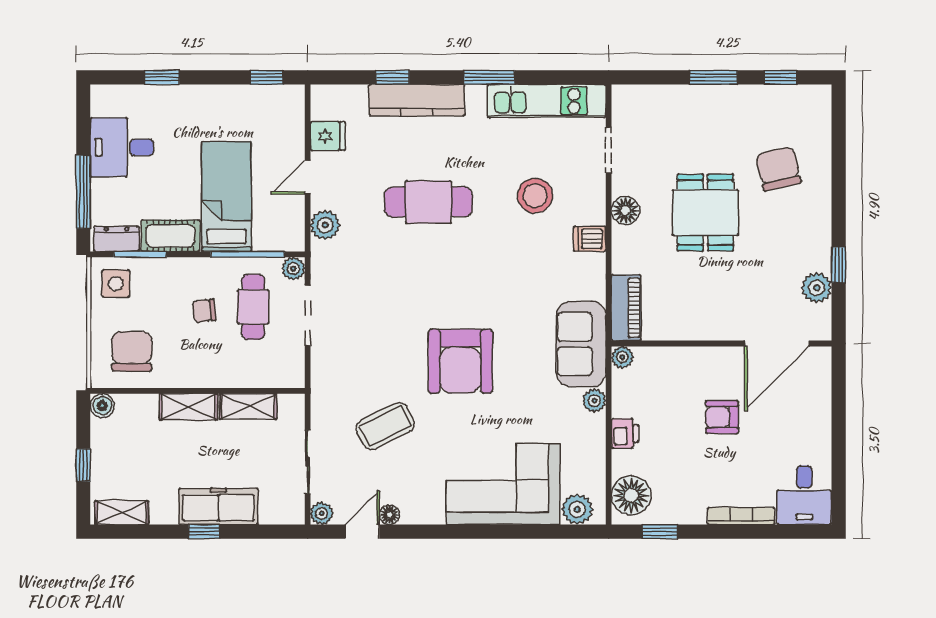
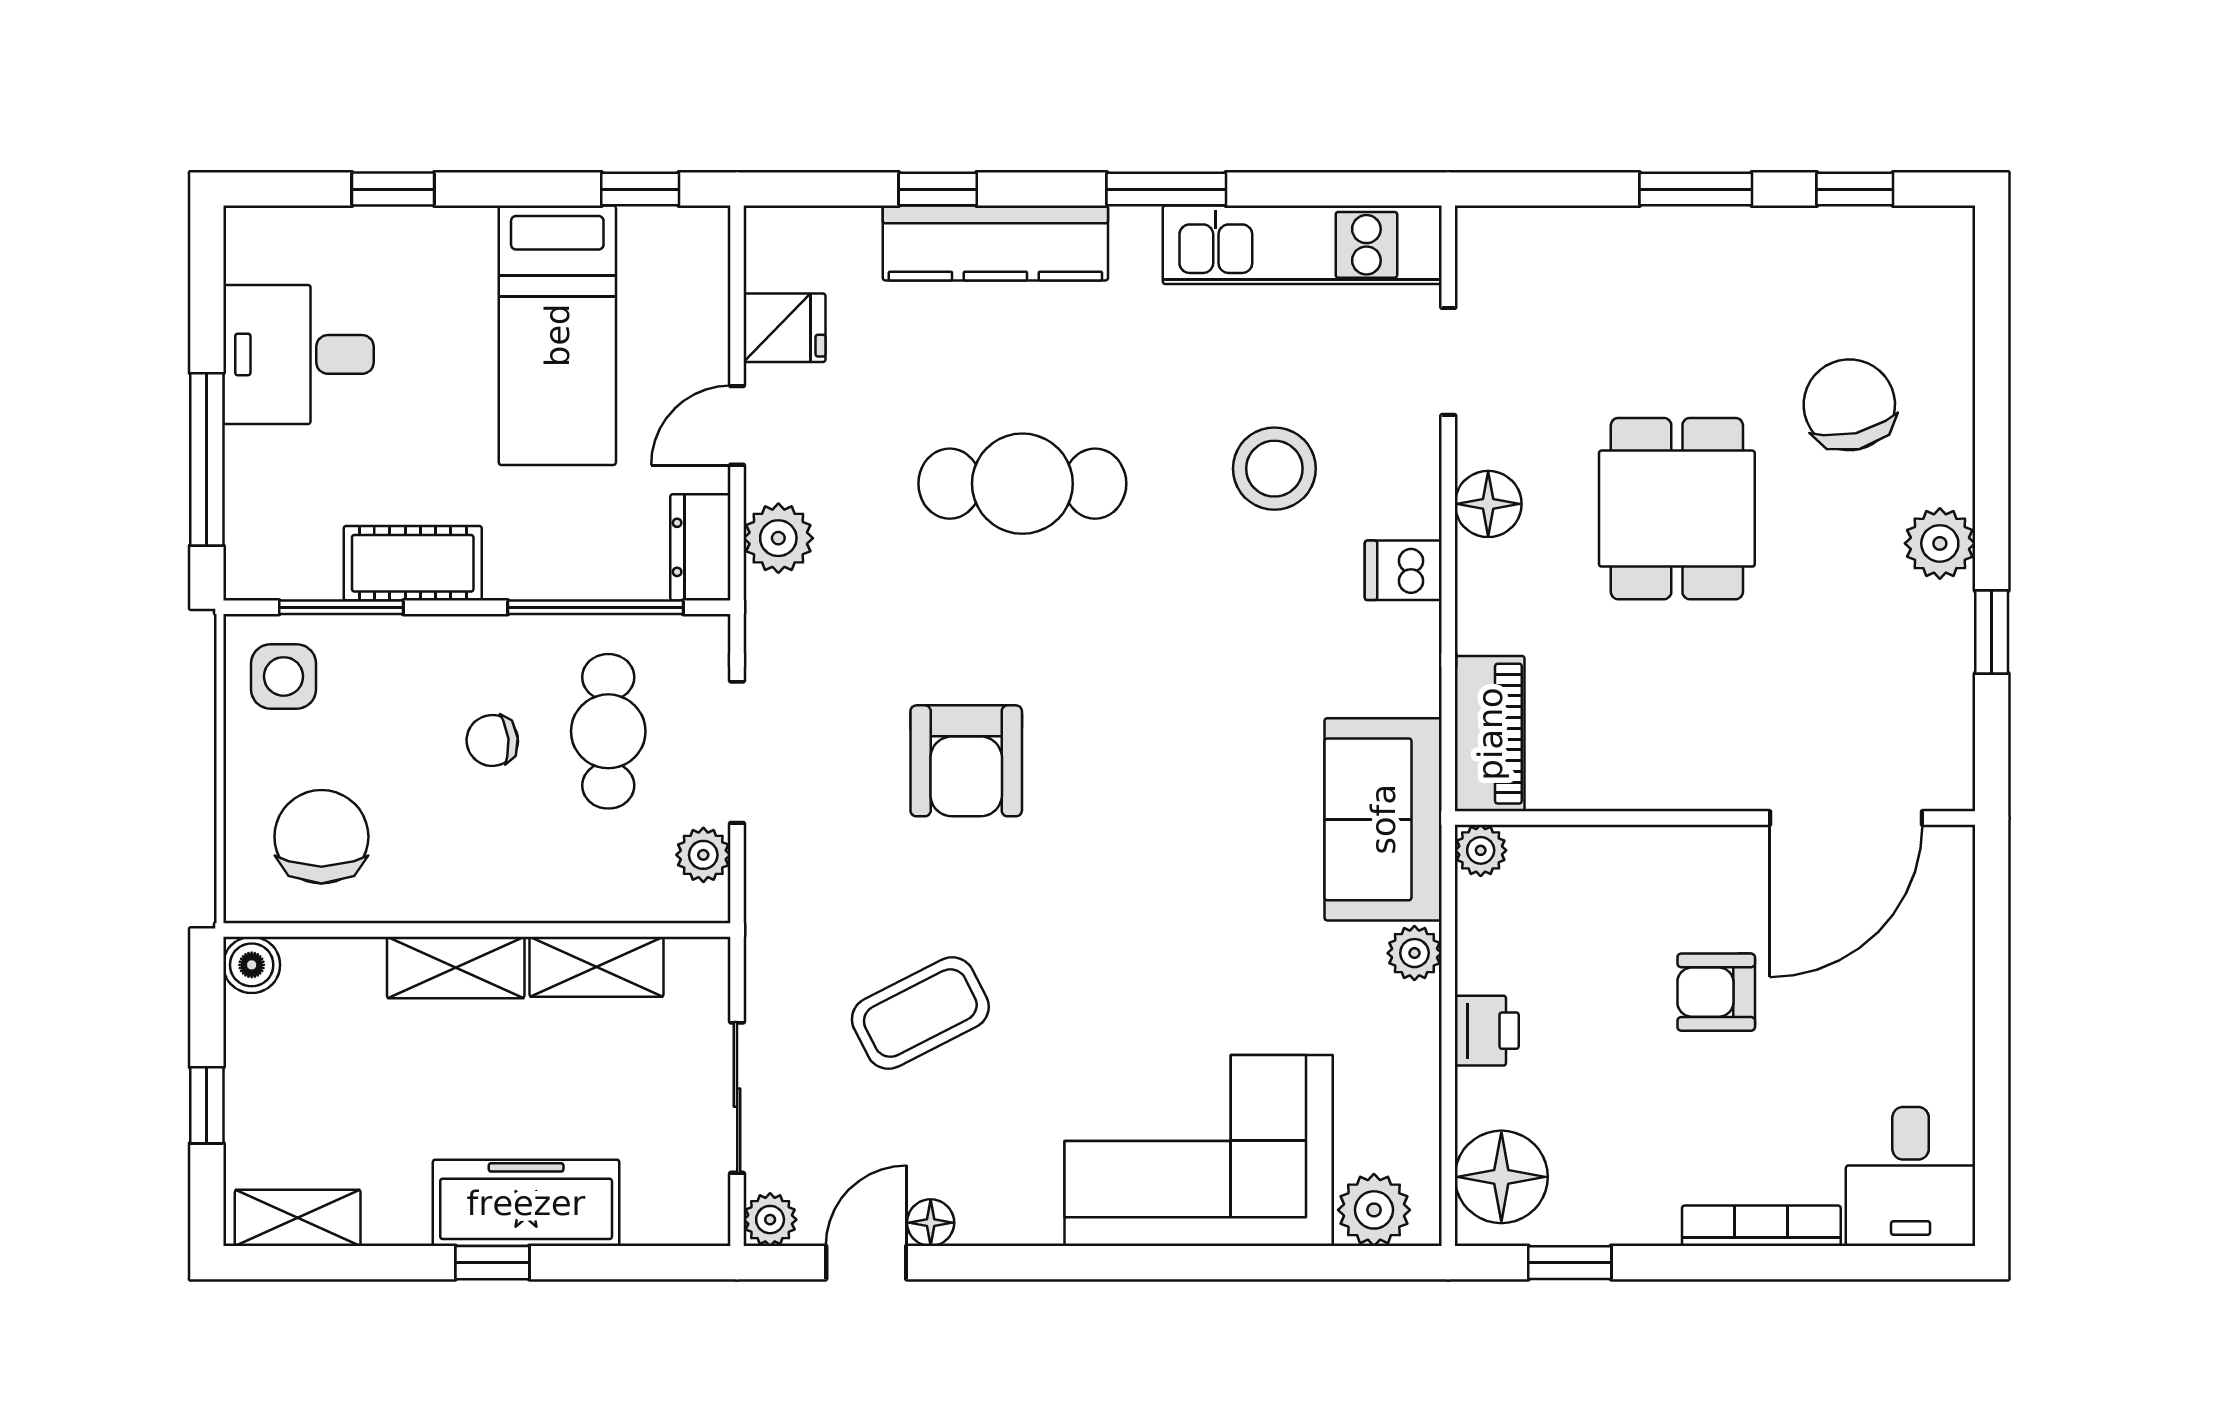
bed: (226, 197) -> (557, 335), moved, turned 180
dresser: (116, 239) -> (700, 547), moved, turned -90
plant: (293, 269) -> (703, 855), moved
plant: (817, 288) -> (1940, 543), moved
armchair: (460, 361) -> (966, 761), moved, width x0.73, depth x0.73

